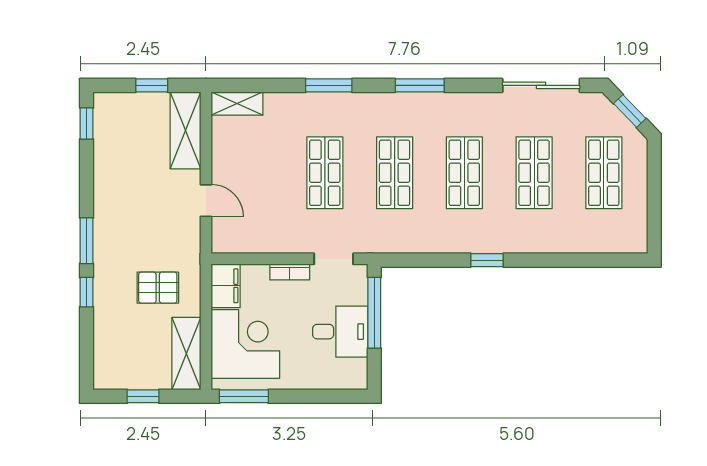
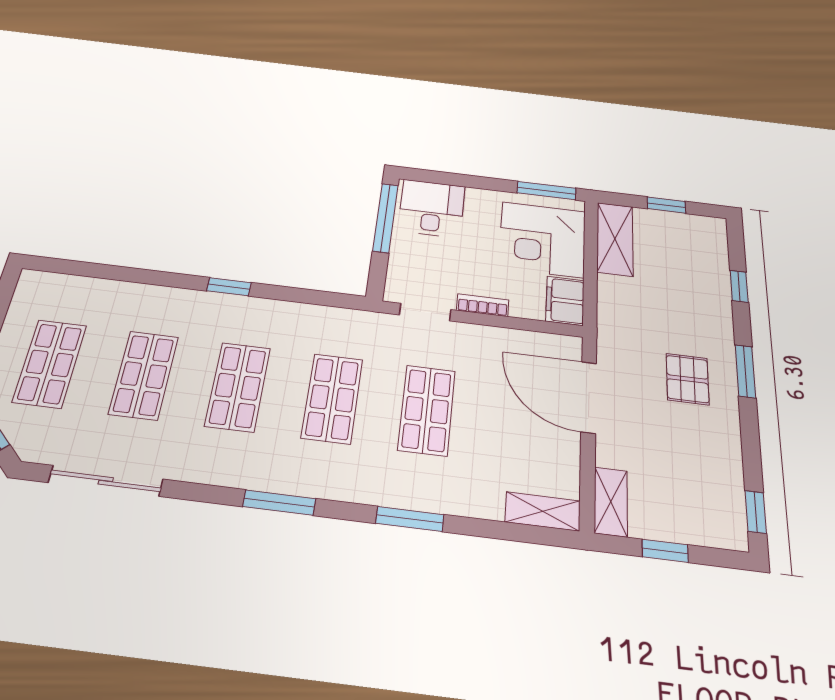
shelving: (185, 130) -> (611, 502), width x0.67, depth x0.75
door: (206, 201) -> (589, 397), width x1.88
pallet: (158, 288) -> (687, 379), moved, turned 90
window: (86, 292) -> (739, 286), moved
window: (374, 313) -> (385, 218), moved
desk: (340, 332) -> (432, 208), moved, turned 90

